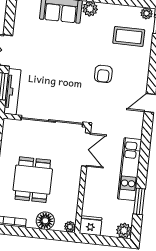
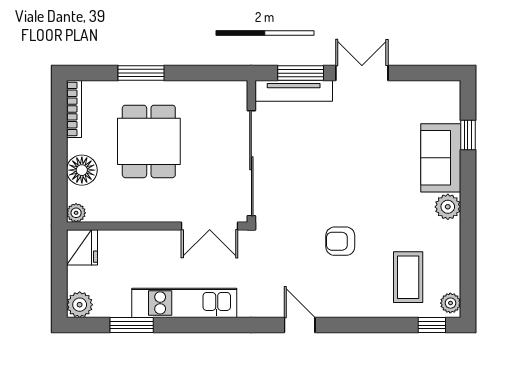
dining table: (33, 180) -> (149, 141), turned 90

